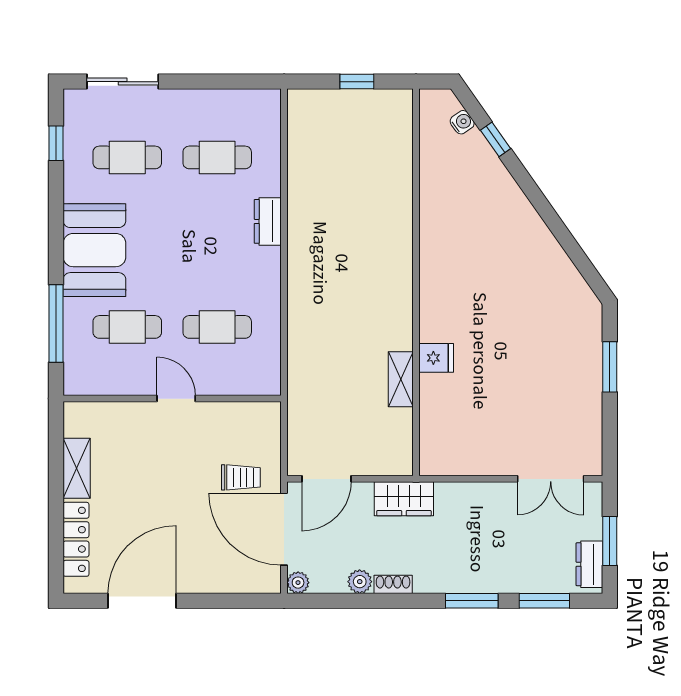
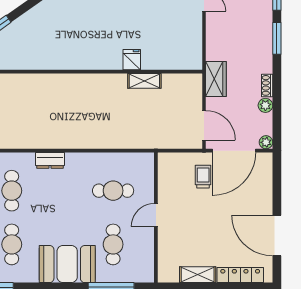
cafe table: (217, 327) -> (113, 191), turned 90

